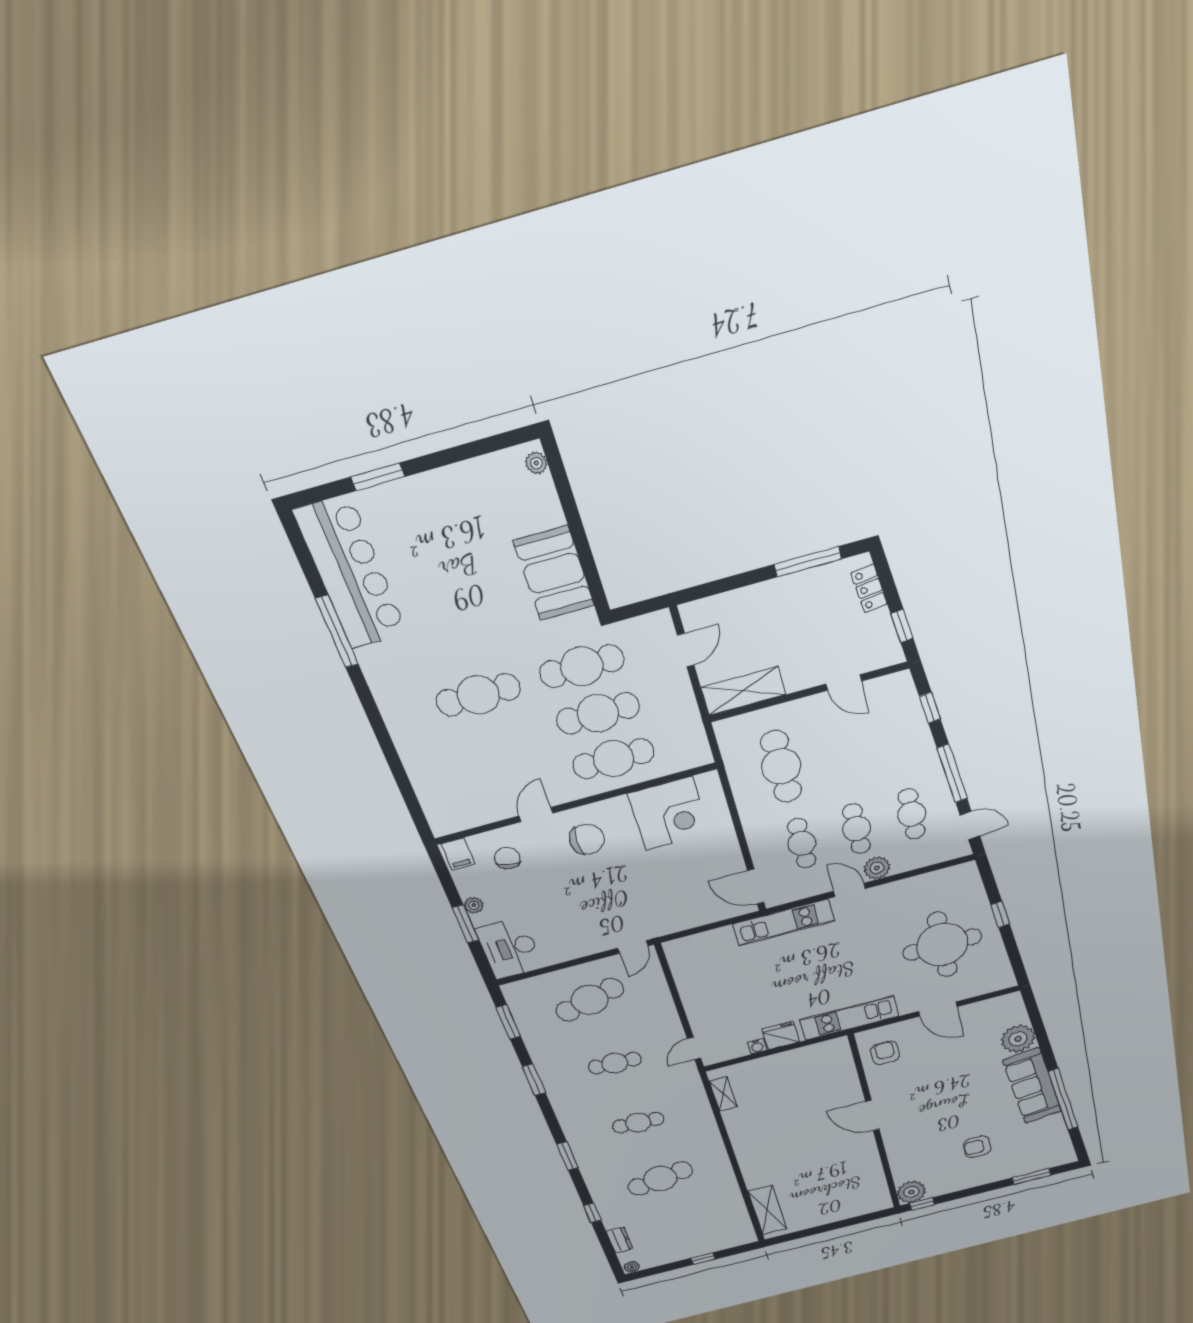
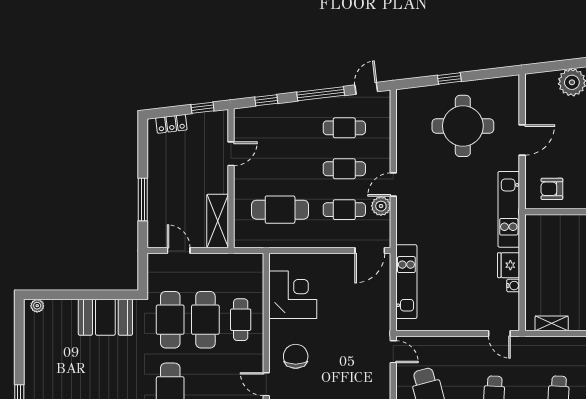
window: (808, 562) -> (143, 200), moved
cafe table: (613, 759) -> (241, 320), width x0.73, depth x0.74
plant: (877, 868) -> (381, 206), moved
kitchen unit: (784, 923) -> (406, 282), moved

